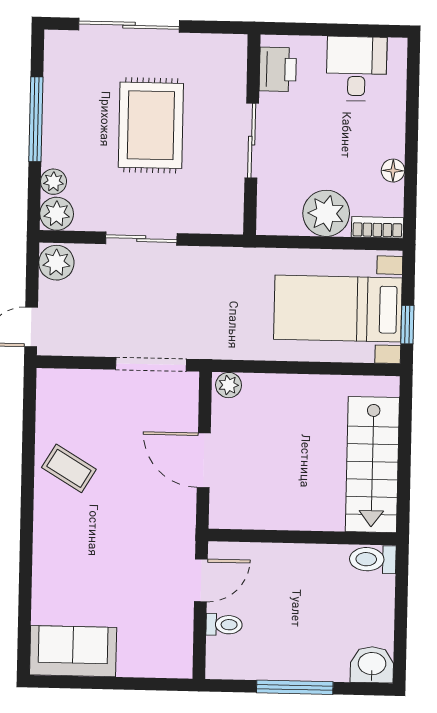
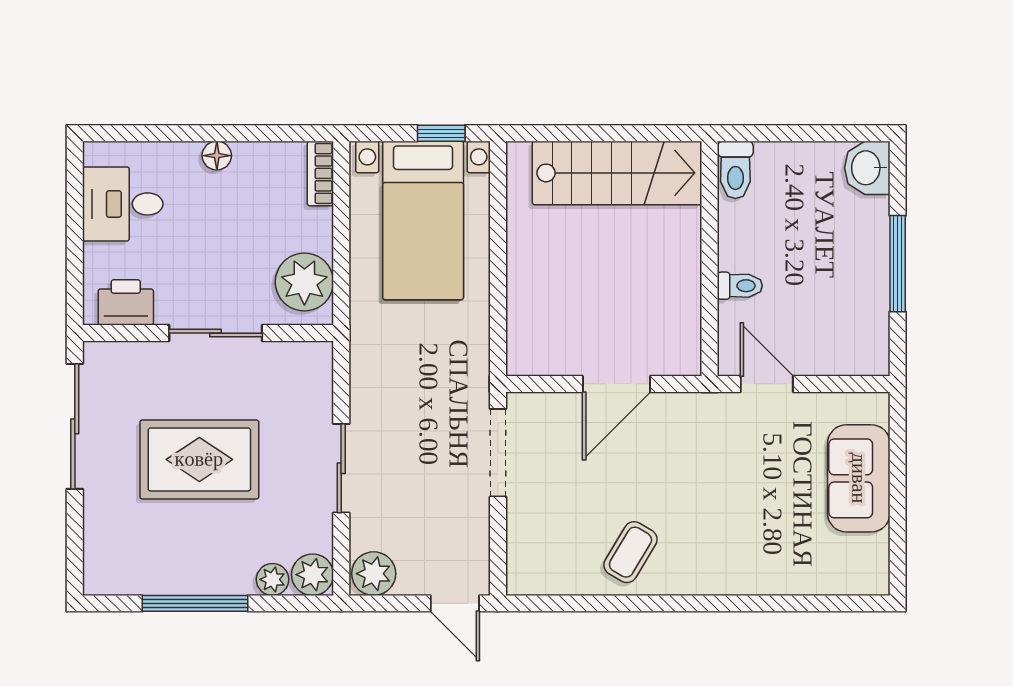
sliding door: (129, 25) -> (75, 426), moved
floor lamp: (393, 171) -> (217, 156), moved
plant: (326, 213) -> (304, 282), moved
plant: (229, 385) -> (522, 355), removed
toilet: (224, 625) -> (740, 286), moved, turned 90
sofa: (73, 651) -> (859, 478), moved

